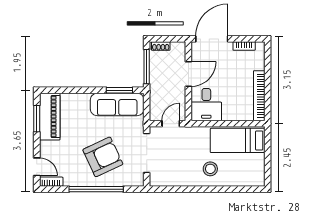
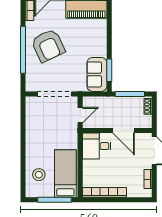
sofa: (117, 104) -> (97, 74), width x0.73
door: (171, 124) -> (80, 115), hinge flipped
window: (268, 153) -> (54, 200), added
armchair: (103, 157) -> (48, 45), moved
stool: (210, 169) -> (39, 175), moved

